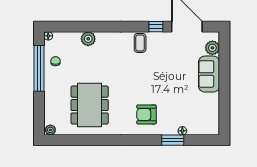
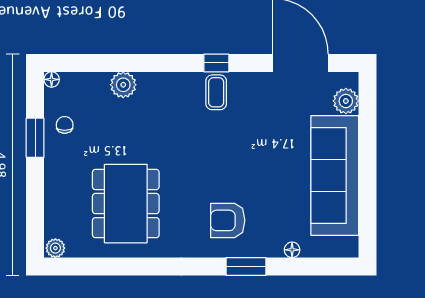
window: (156, 27) -> (216, 63), moved
window: (39, 68) -> (35, 138), width x0.47
sofa: (209, 74) -> (335, 176), width x1.85, depth x1.27
window: (173, 140) -> (246, 266), moved

